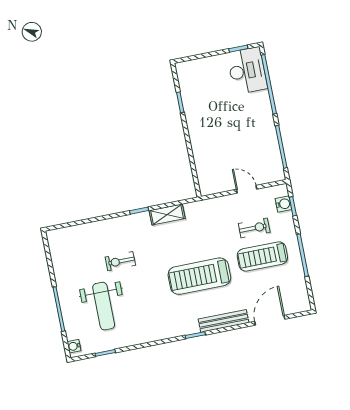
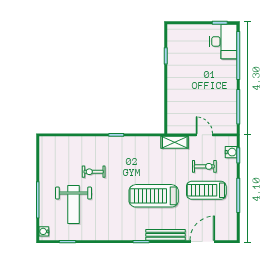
shelving: (167, 214) -> (175, 142), moved

